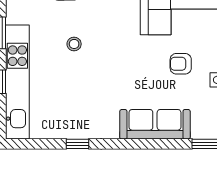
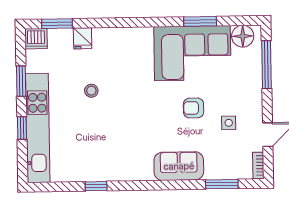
sofa: (155, 124) -> (179, 166), width x0.73

